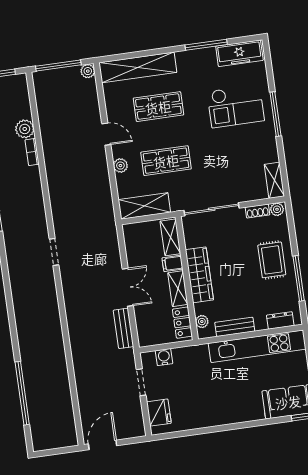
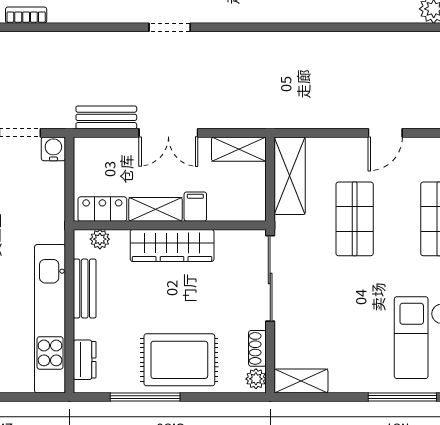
door: (106, 134) -> (385, 133), moved
bookcase: (32, 152) -> (26, 15), moved
plant: (120, 166) -> (357, 148), removed
shelving: (170, 237) -> (239, 149), moved
doorway: (54, 252) -> (170, 27), moved
rug: (272, 260) -> (179, 360), width x1.36, depth x1.43
water cooler: (164, 357) -> (53, 149), moved, turned -90

